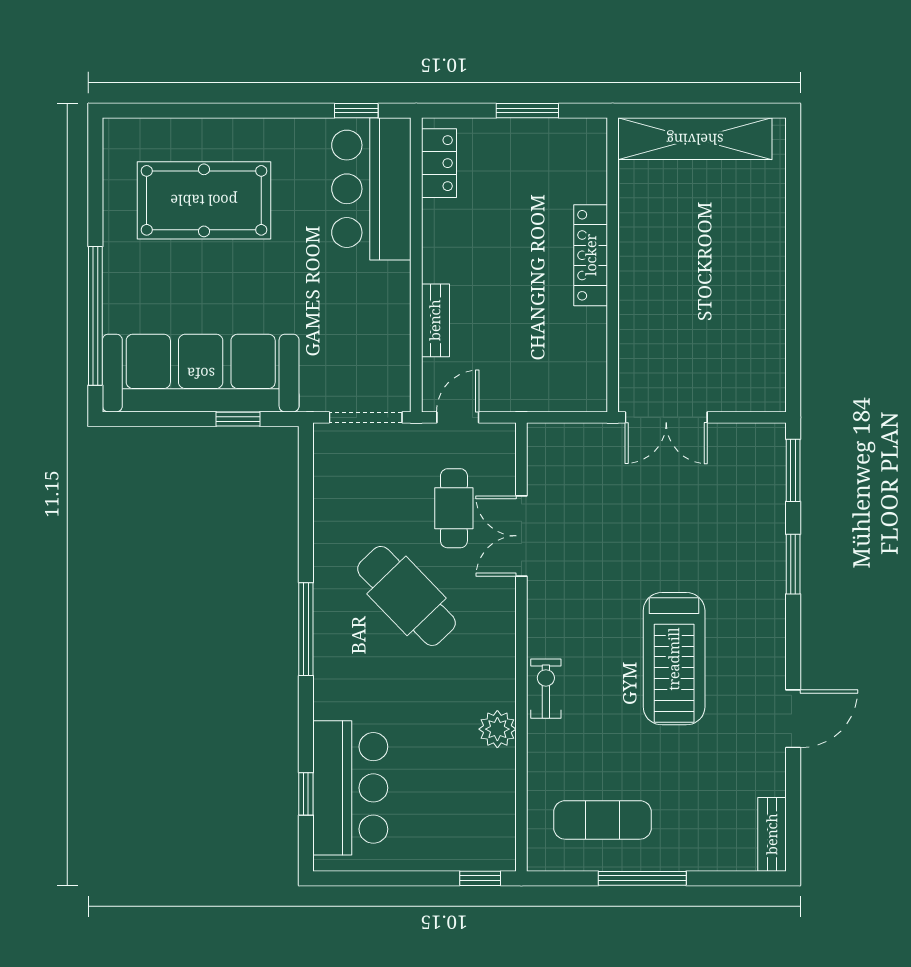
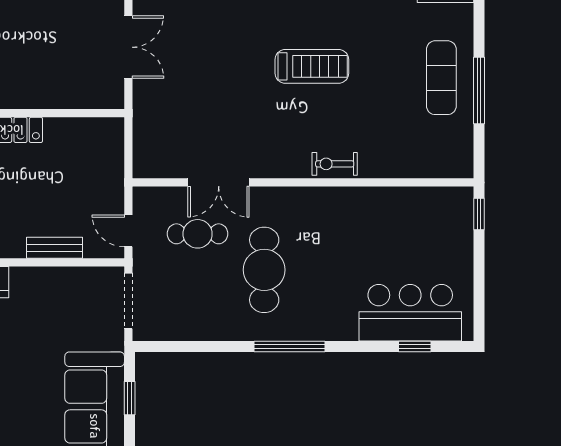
double door: (666, 417) -> (128, 47), moved
cafe table: (407, 596) -> (264, 270), turned -46
treadmill: (674, 659) -> (312, 66), width x0.73, depth x0.73
plant: (497, 729) -> (365, 201), removed
exercise mat: (603, 820) -> (441, 78), moved

